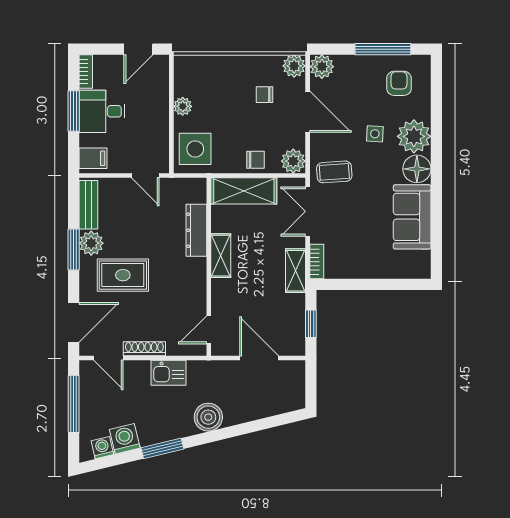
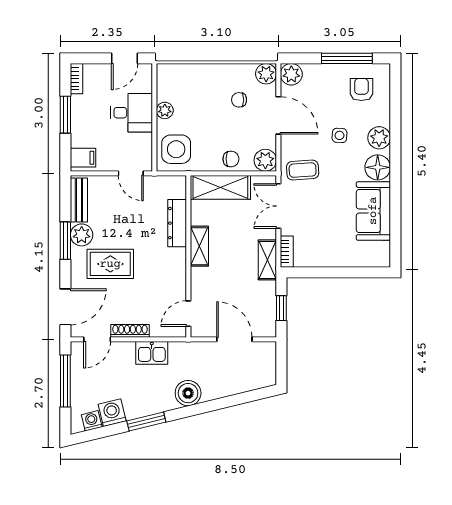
desk: (102, 111) -> (132, 113), moved, turned 180
plant: (414, 136) -> (379, 138), width x0.73, depth x0.73
door: (108, 358) -> (97, 339), hinge flipped

